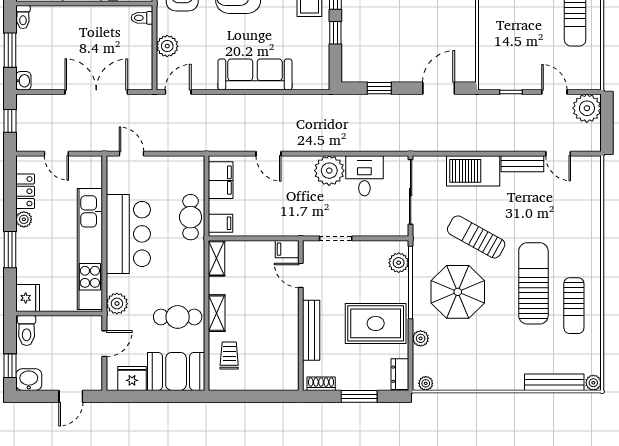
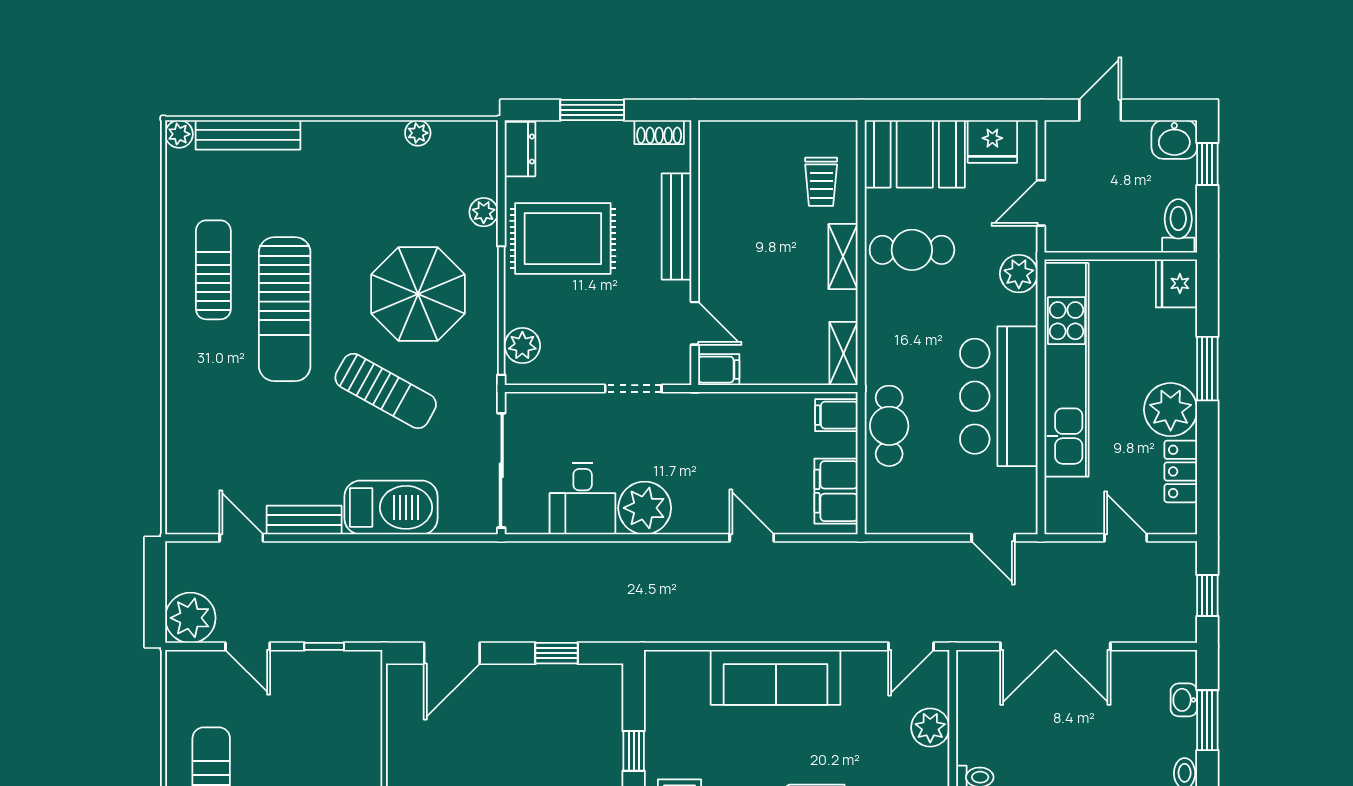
washbasin: (23, 81) -> (1184, 700), moved
plant: (24, 219) -> (1171, 410), width x1.87, depth x1.87
plant: (426, 383) -> (418, 133), moved

